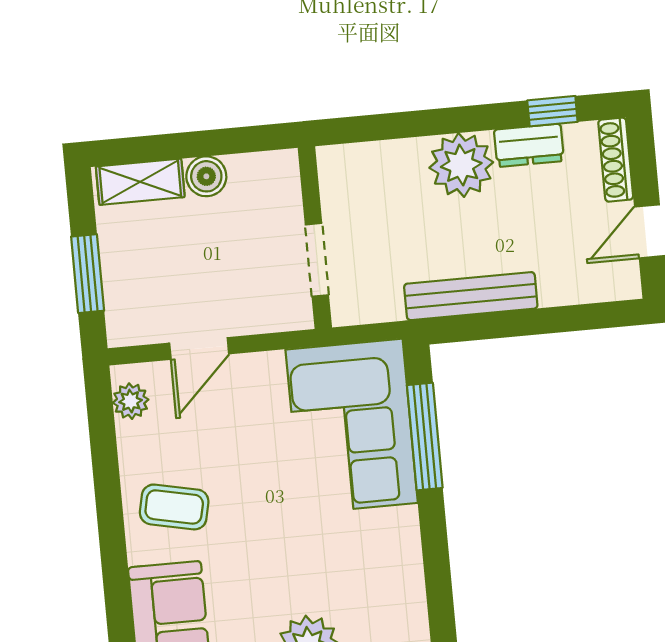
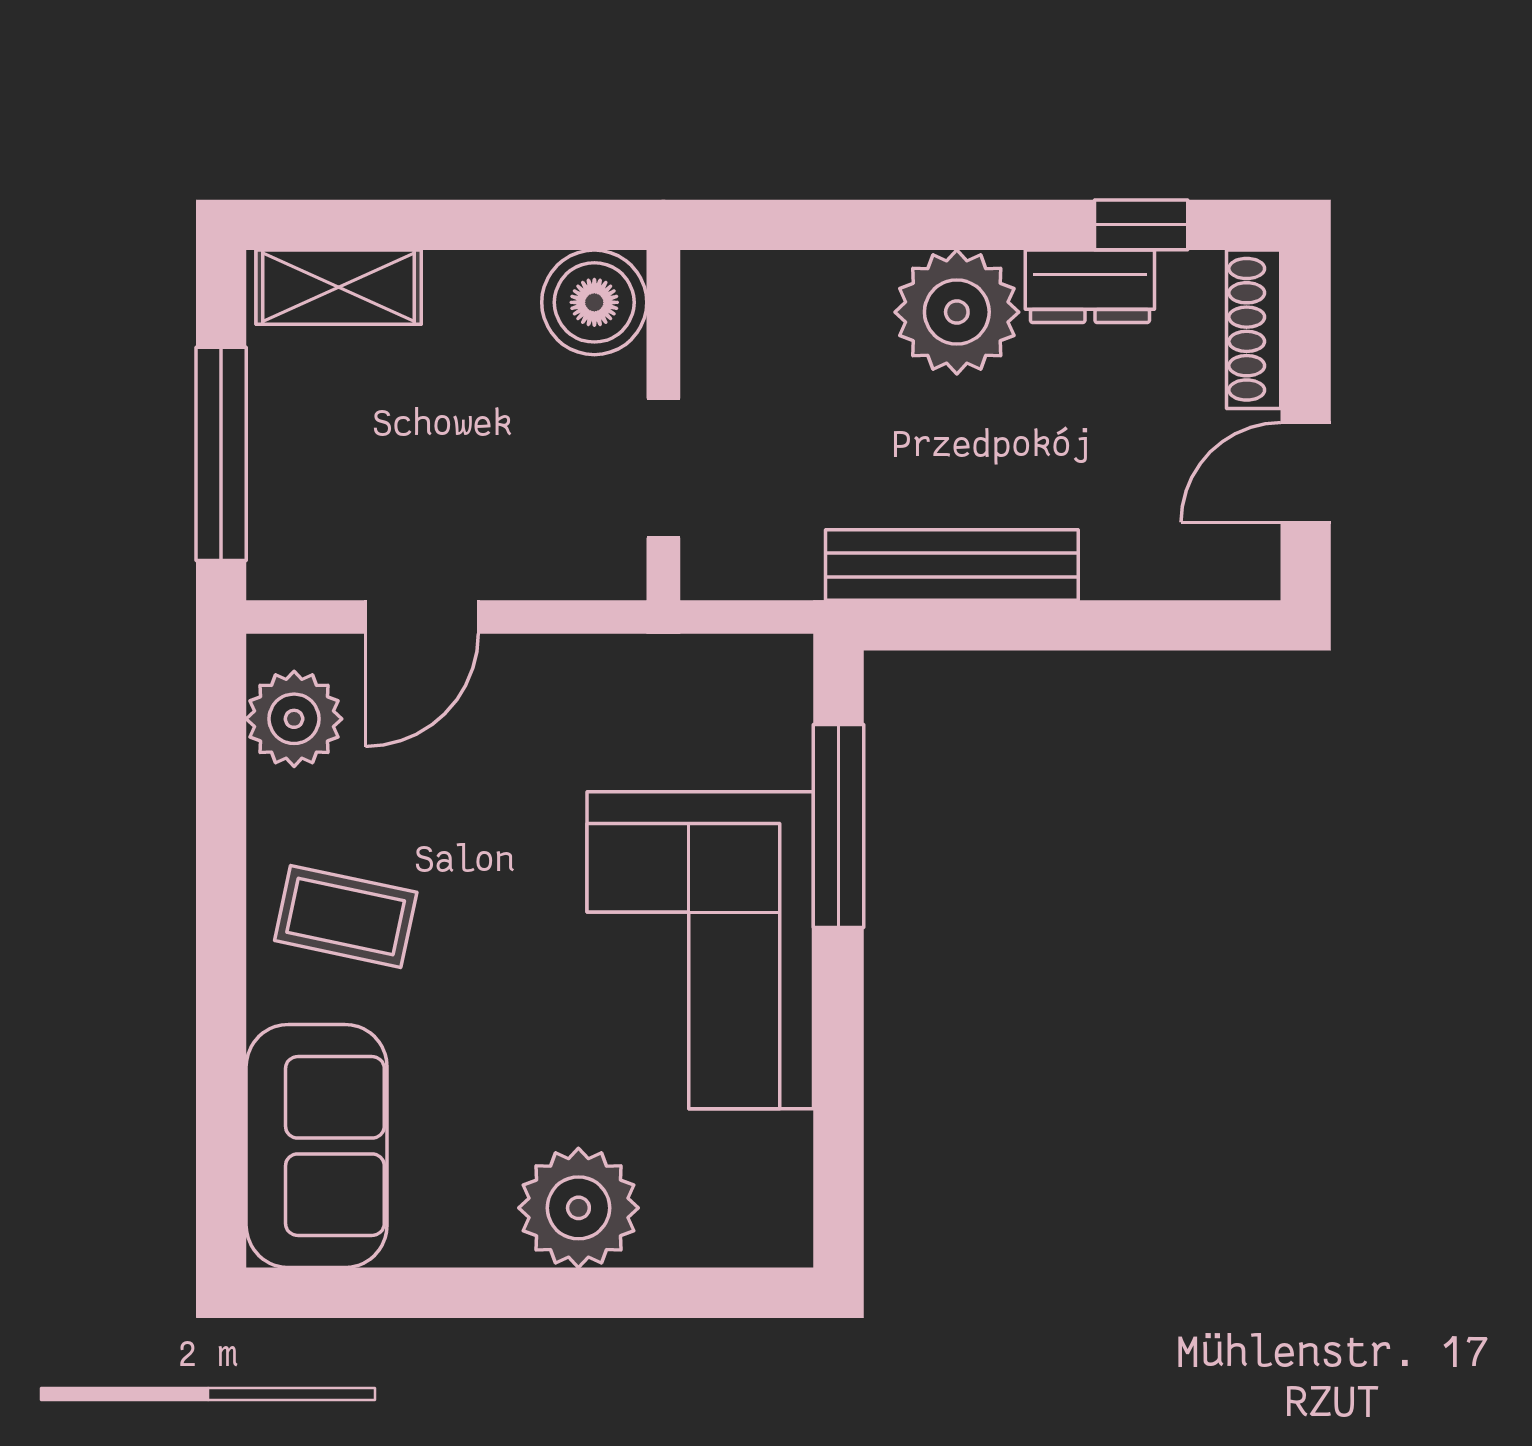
boiler: (206, 176) -> (594, 302), moved, width x1.36, depth x1.36
window: (88, 274) -> (221, 454), width x1.44
plant: (131, 401) -> (294, 719), width x1.38, depth x1.38
corner sofa: (352, 426) -> (700, 950), moved

